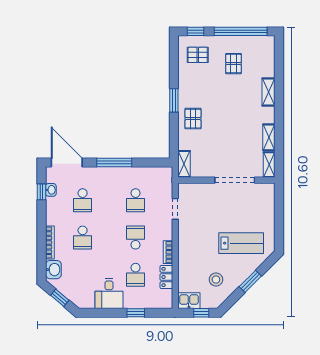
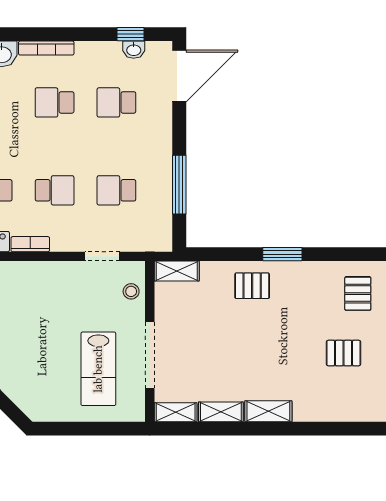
shelving: (269, 92) -> (268, 411), moved
window: (114, 162) -> (179, 185), moved
stool: (196, 191) -> (131, 291), added
lab bench: (241, 243) -> (98, 369), moved

